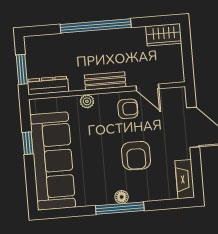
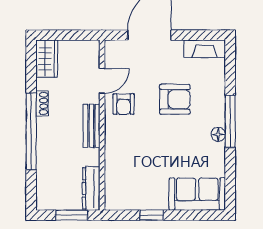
shoe rack: (122, 34) -> (42, 103), added
plant: (87, 101) -> (112, 147), removed
armchair: (128, 109) -> (124, 104), turned 180
sofa: (53, 161) -> (197, 194), width x0.54, depth x0.79
floor lamp: (122, 197) -> (218, 134), moved

